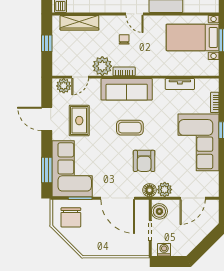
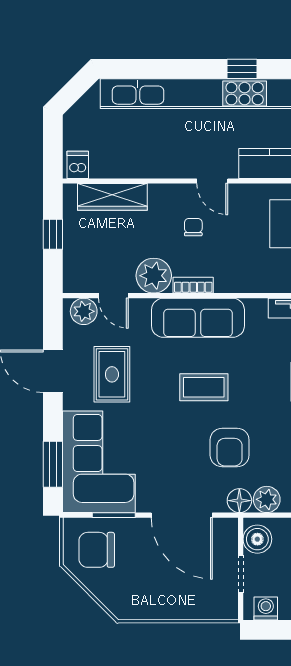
door: (80, 77) -> (113, 296), hinge flipped
chair: (71, 217) -> (97, 550), turned 90

